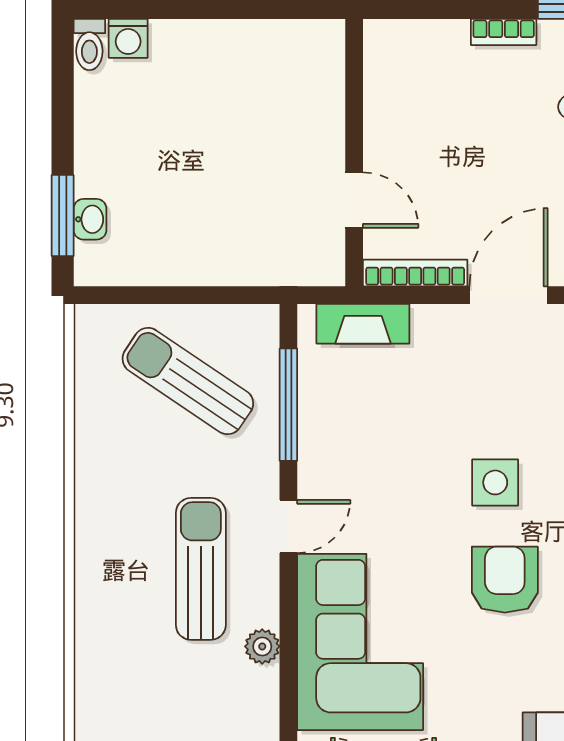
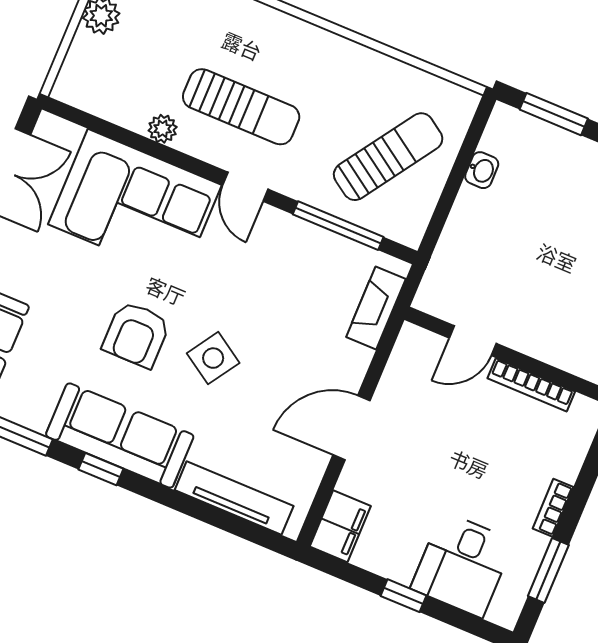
washbasin: (90, 219) -> (482, 170), moved, turned -90
bookcase: (415, 273) -> (531, 385), moved, turned 90
door: (508, 295) -> (351, 428), swing flipped
side table: (495, 482) -> (213, 358), turned 33
armchair: (505, 580) -> (136, 334), turned 90

